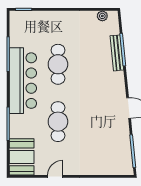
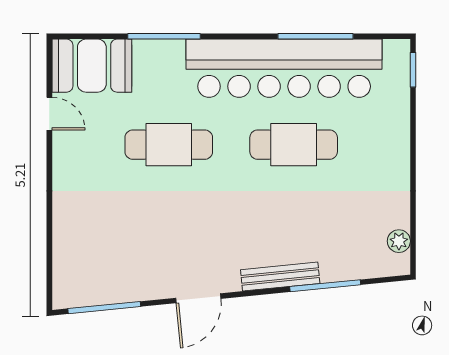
bench: (117, 53) -> (280, 277), moved
bar counter: (23, 81) -> (284, 68), width x1.36
door: (55, 176) -> (49, 114), moved

